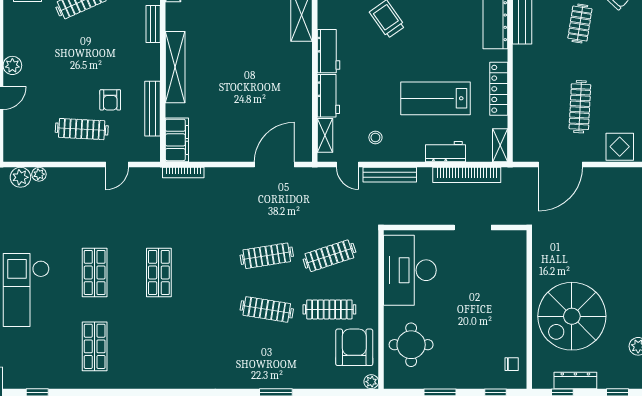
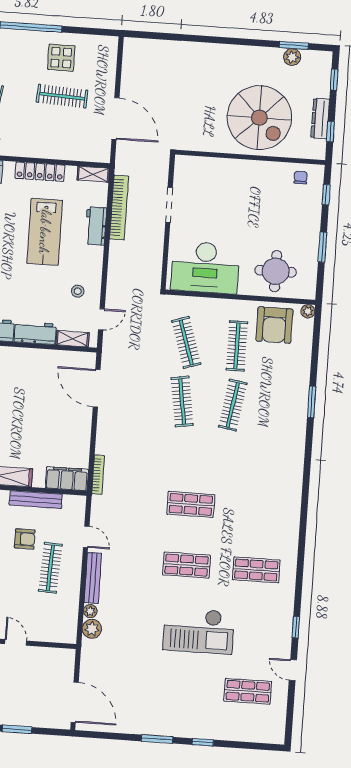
display table: (620, 147) -> (61, 58), moved
bench: (390, 175) -> (93, 578), moved
armchair: (354, 347) -> (274, 325), turned -90

